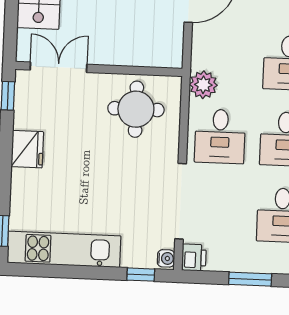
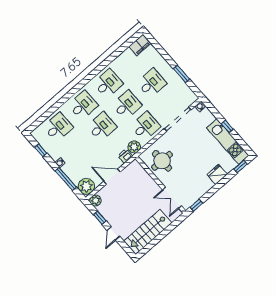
fridge: (27, 149) -> (217, 174), moved
printer: (194, 258) -> (125, 156), moved
window: (141, 275) -> (227, 126), moved

